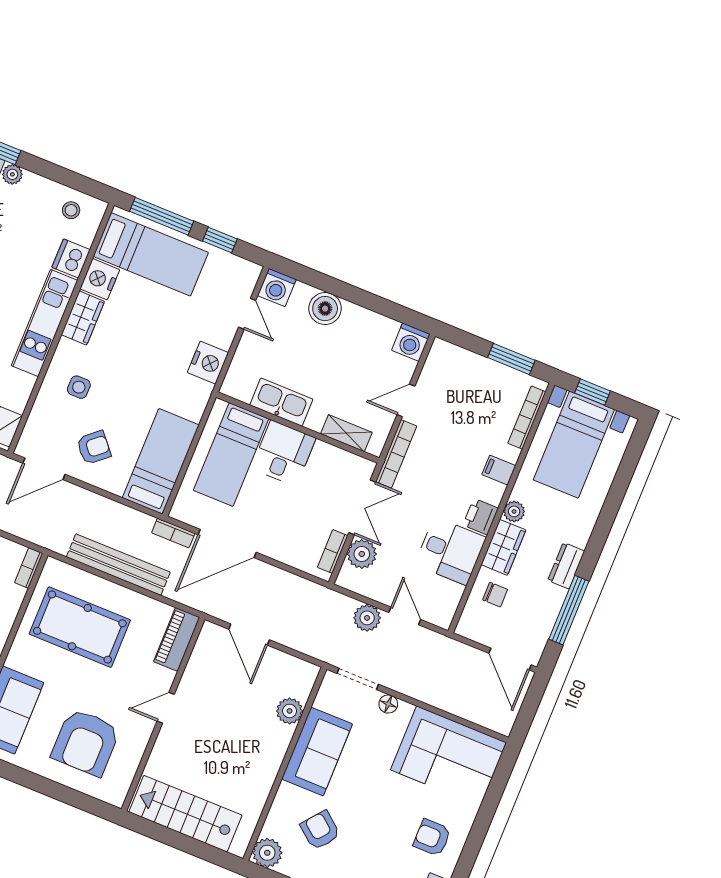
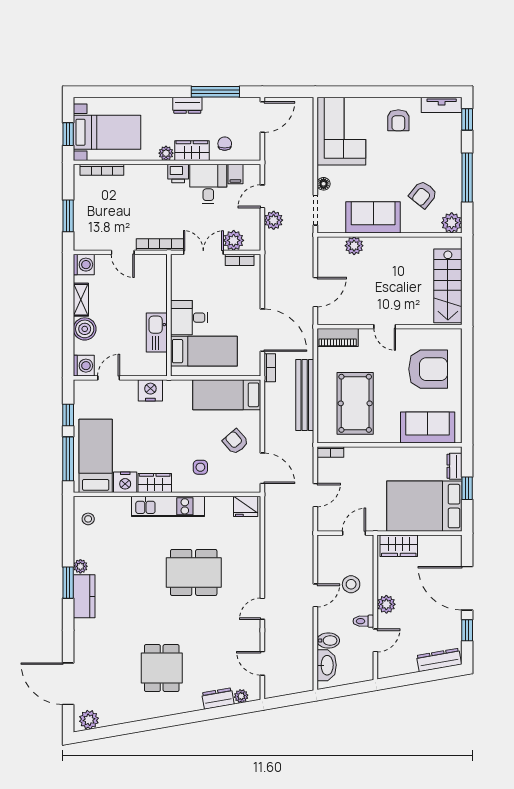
dishwasher: (71, 259) -> (119, 506), removed
window: (511, 359) -> (68, 216), moved
shelving: (346, 433) -> (81, 300), moved
filing cabinet: (499, 470) -> (235, 174), moved

